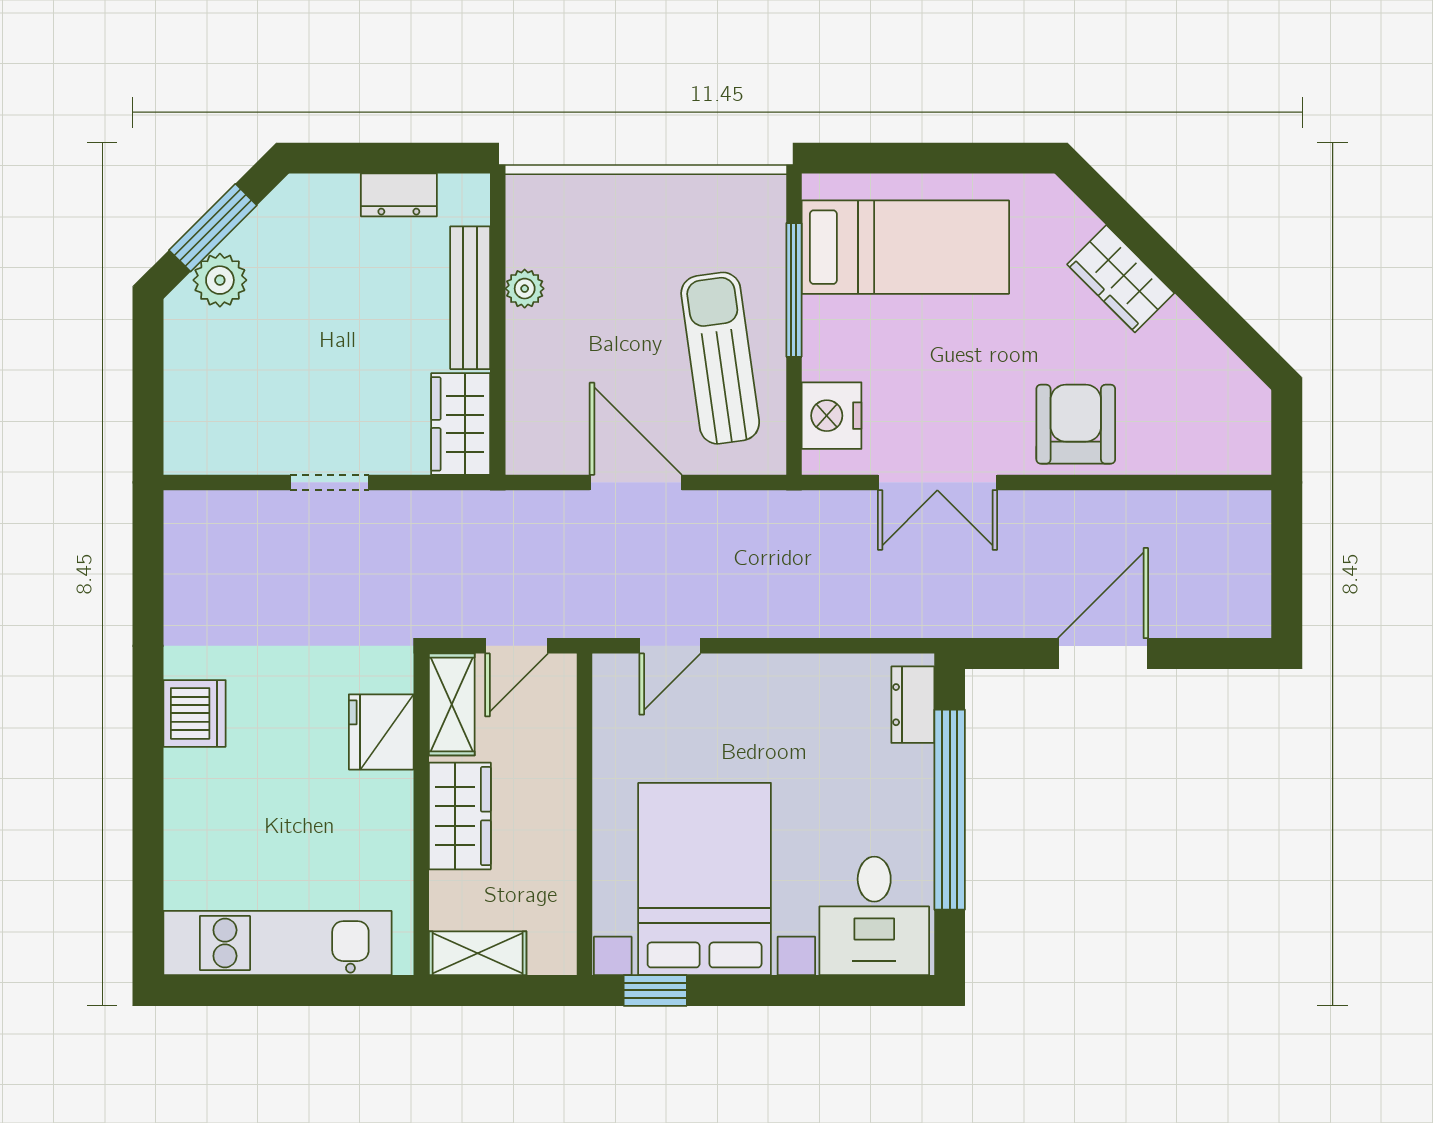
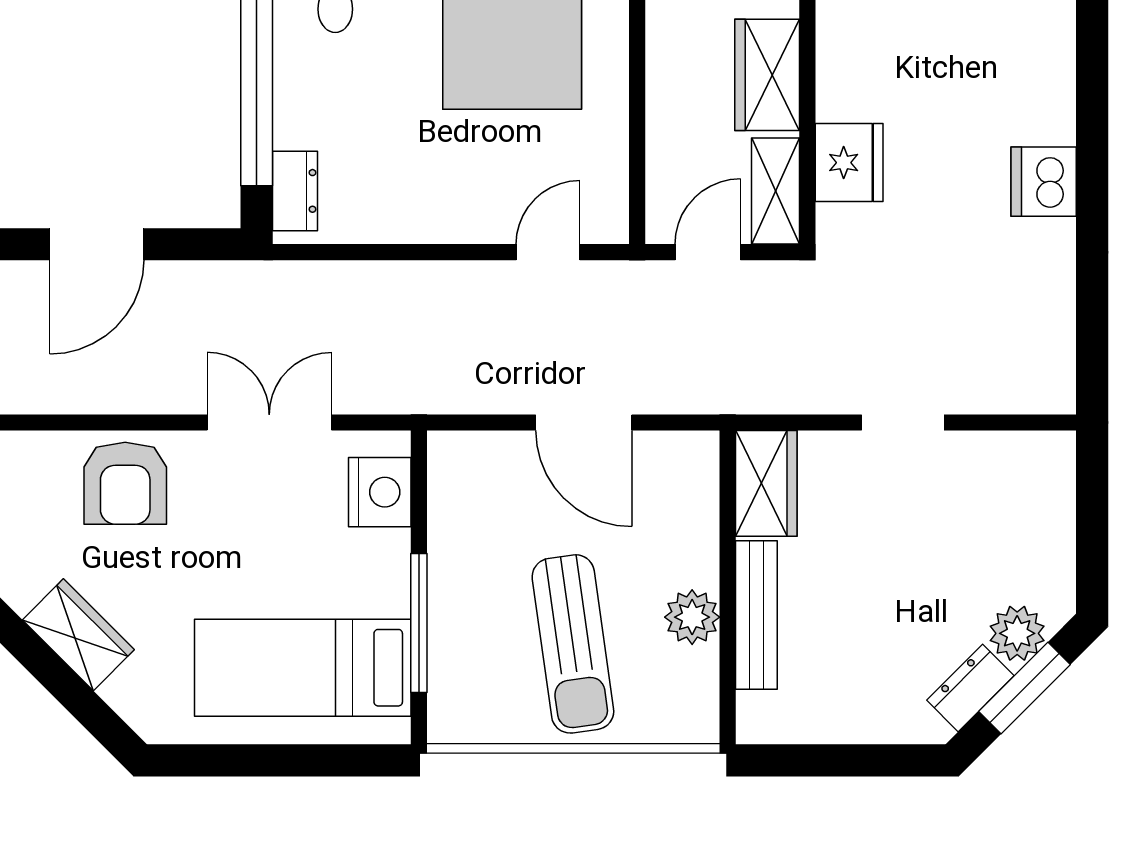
dresser: (399, 195) -> (970, 688), moved, turned -45
plant: (525, 289) -> (692, 617), width x1.38, depth x1.38
sun lounger: (720, 358) -> (573, 644), moved

